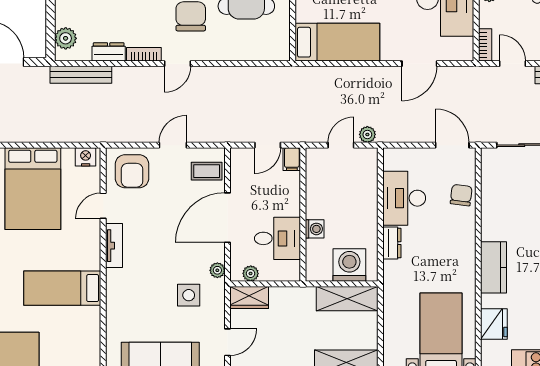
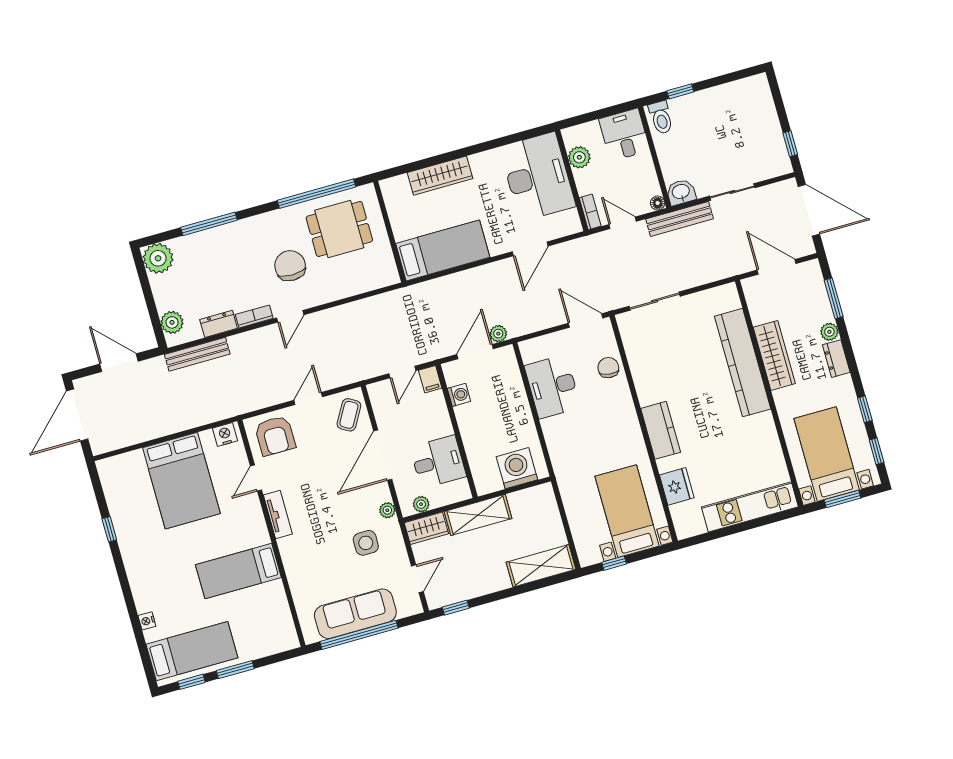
door: (341, 145) -> (475, 352), width x1.37
coffee table: (207, 171) -> (349, 415), turned -60
washing machine: (315, 229) -> (459, 395), moved
dresser: (392, 243) -> (553, 435), removed
shelving: (347, 299) -> (478, 515), moved

